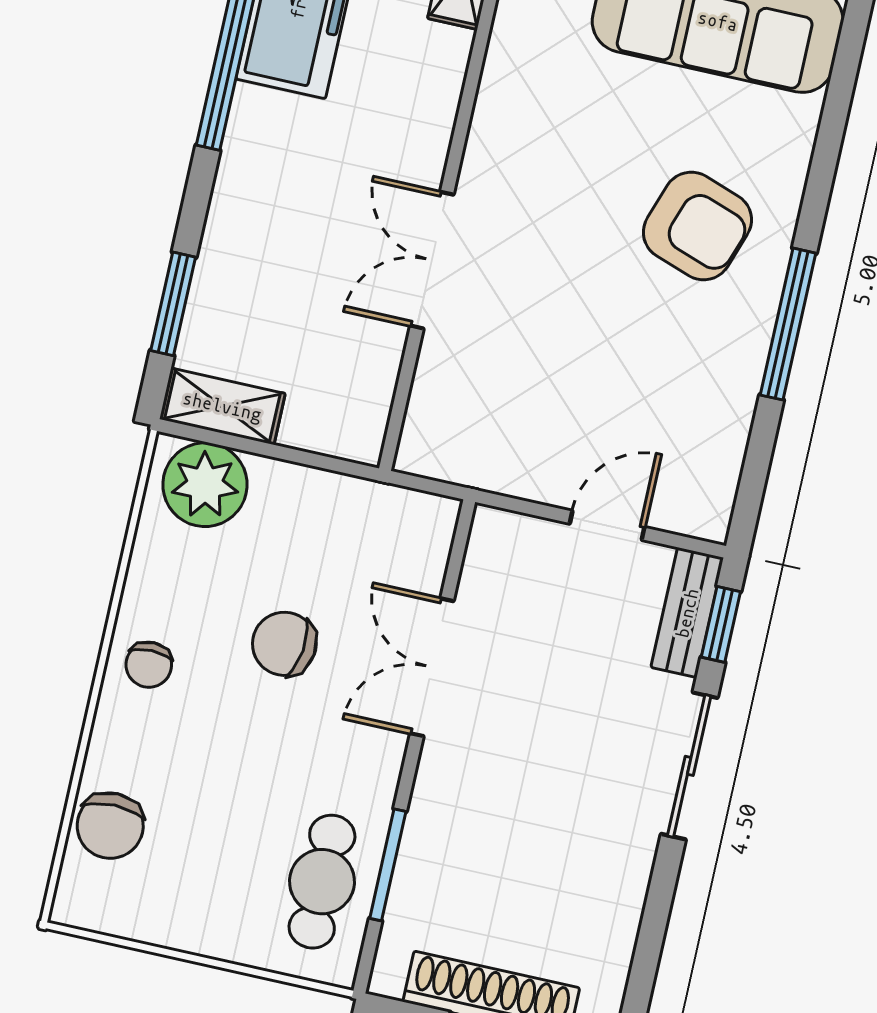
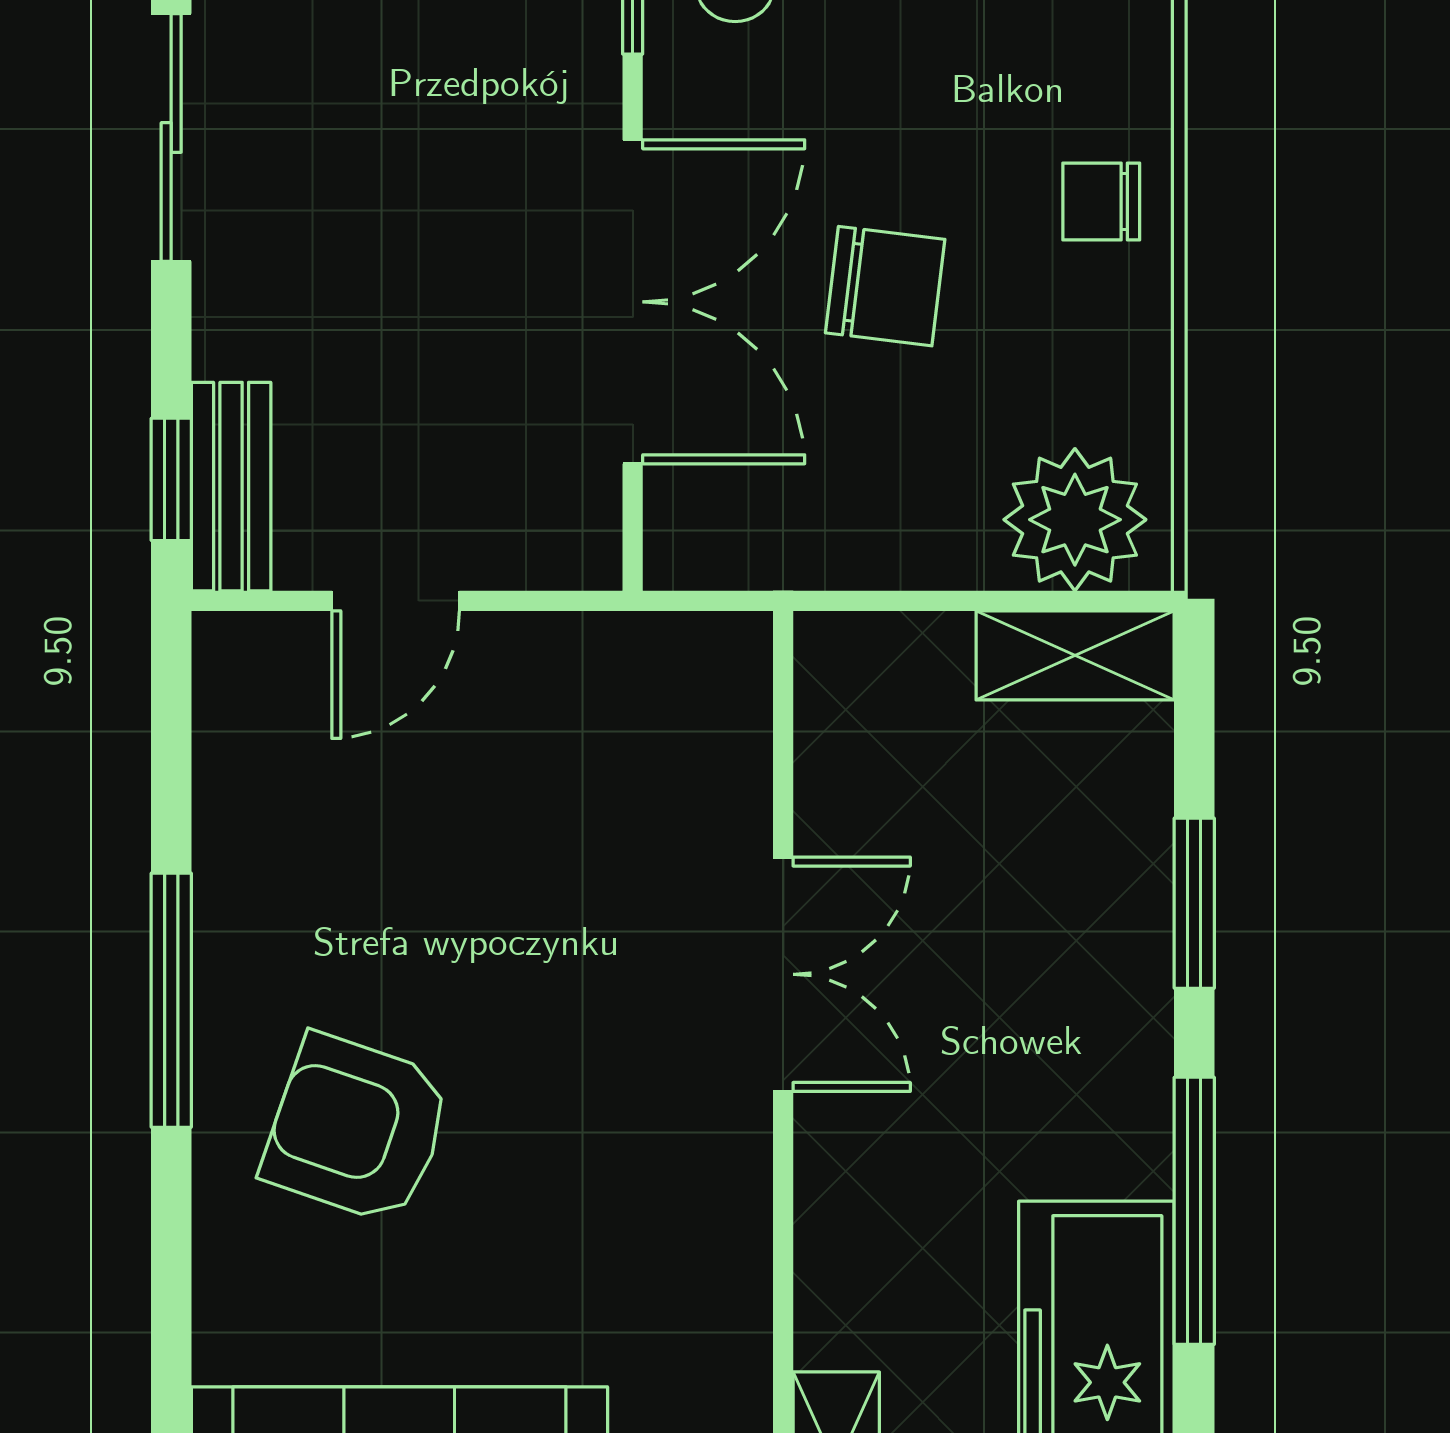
window: (173, 304) -> (1194, 903), moved
chair: (149, 665) -> (1101, 201), turned -90
double door: (432, 667) -> (633, 302), width x1.37
sliding door: (689, 766) -> (171, 138), moved

